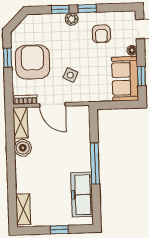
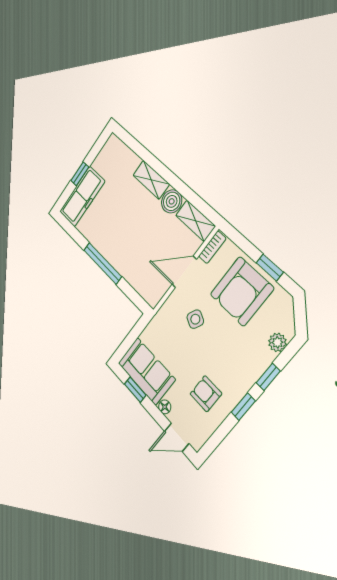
plant: (72, 19) -> (277, 342), moved
armchair: (33, 62) -> (242, 291), turned 90
freezer: (82, 195) -> (82, 197), moved, turned 90
shelving: (23, 209) -> (151, 180), moved

